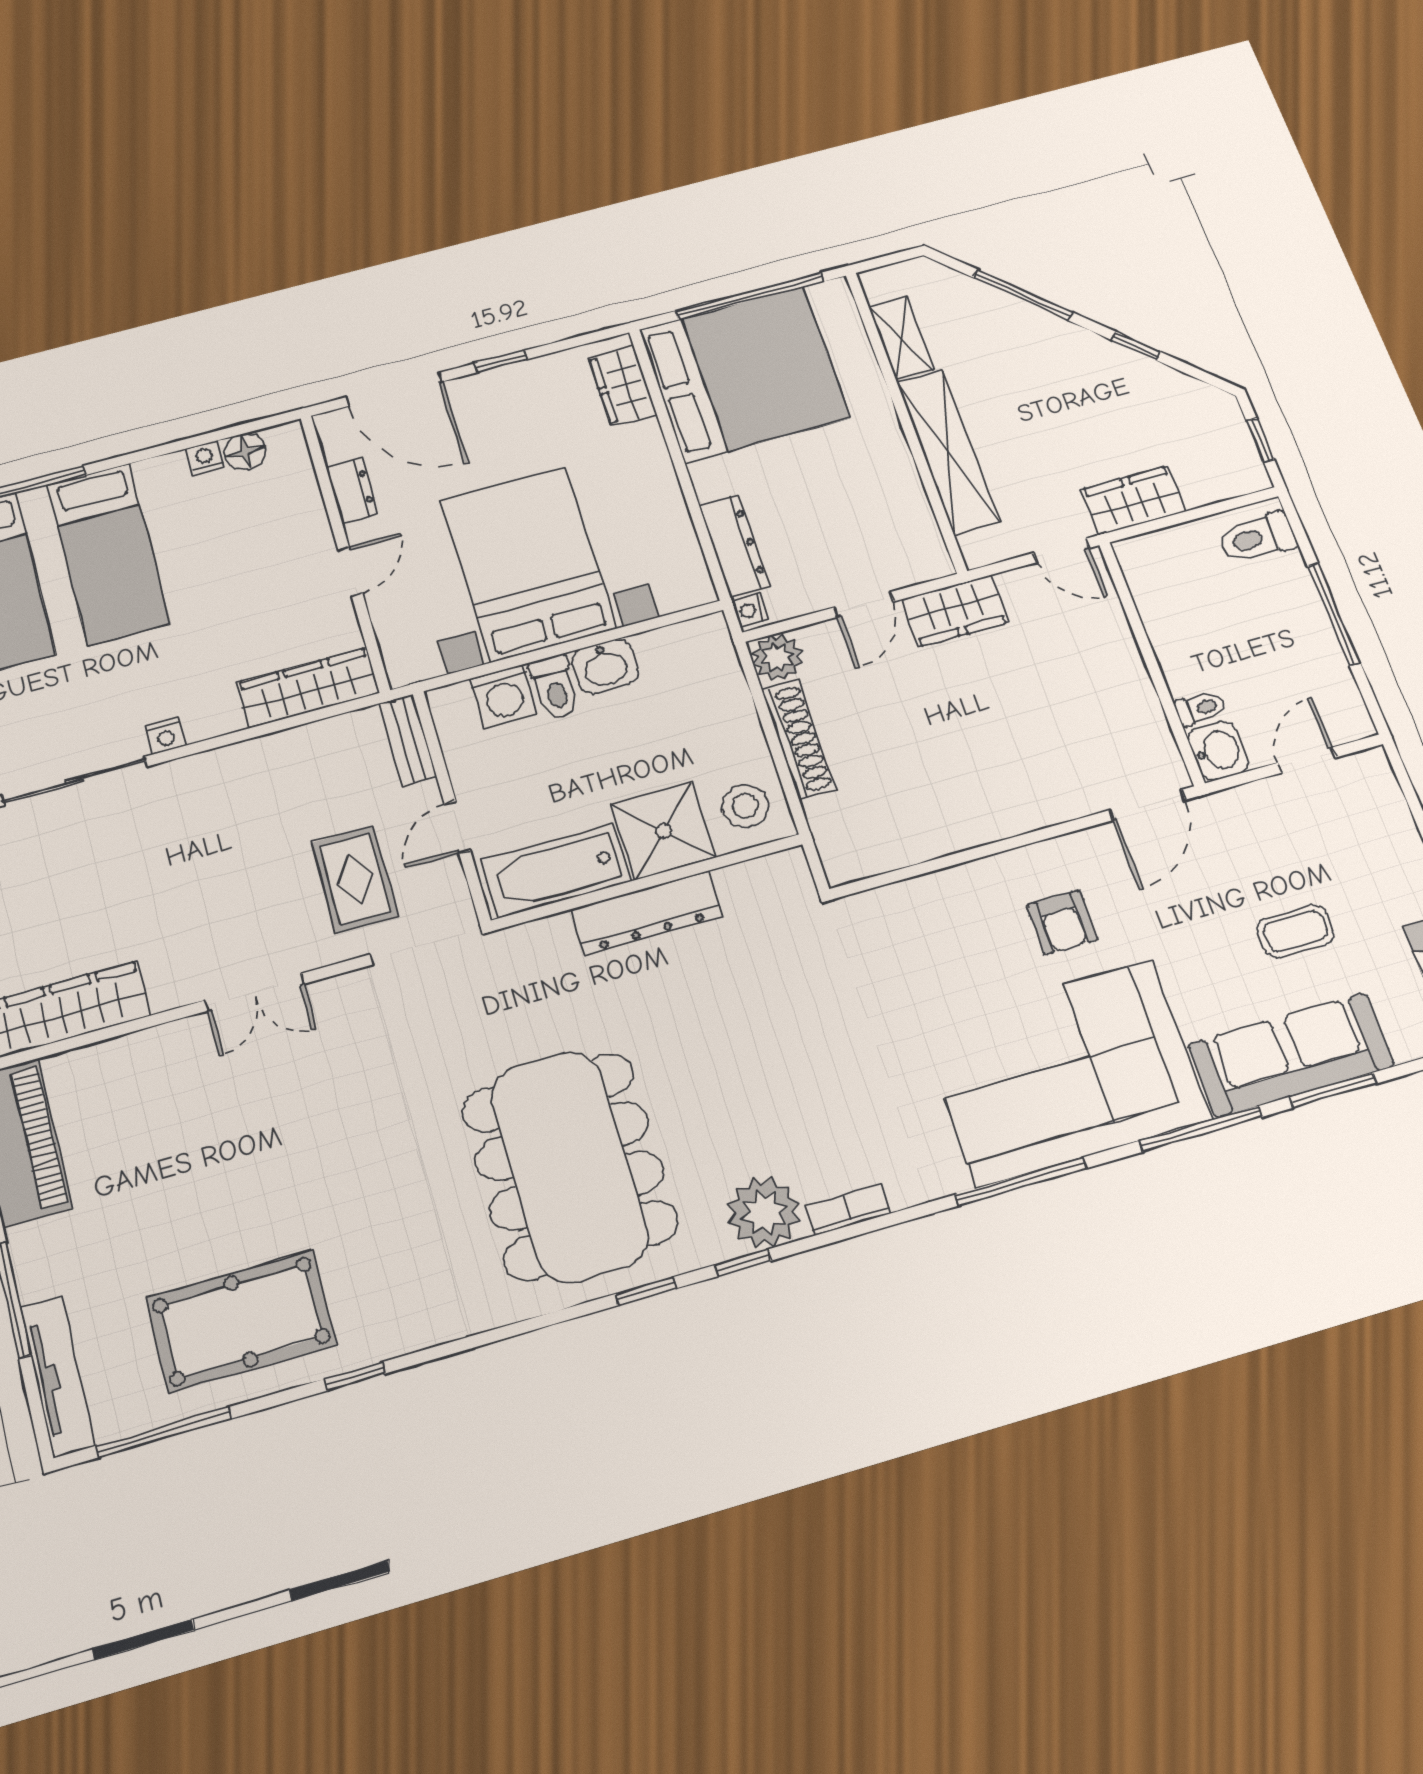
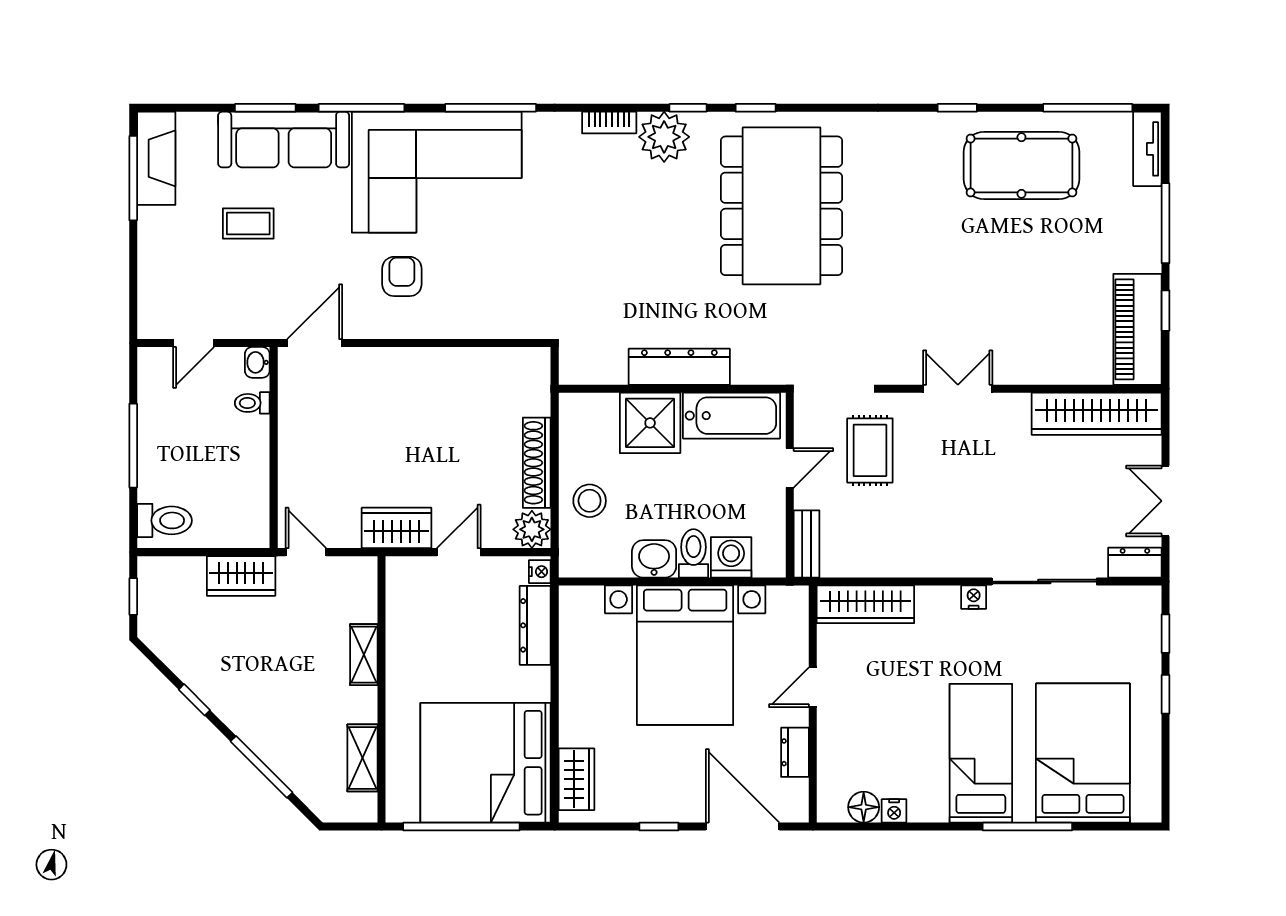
shelving: (948, 452) -> (364, 655), width x0.45, depth x0.75
washbasin: (1218, 750) -> (257, 362), width x0.72, depth x0.69
stool: (745, 806) -> (590, 501), moved
tv unit: (57, 1376) -> (1147, 149), width x0.71

